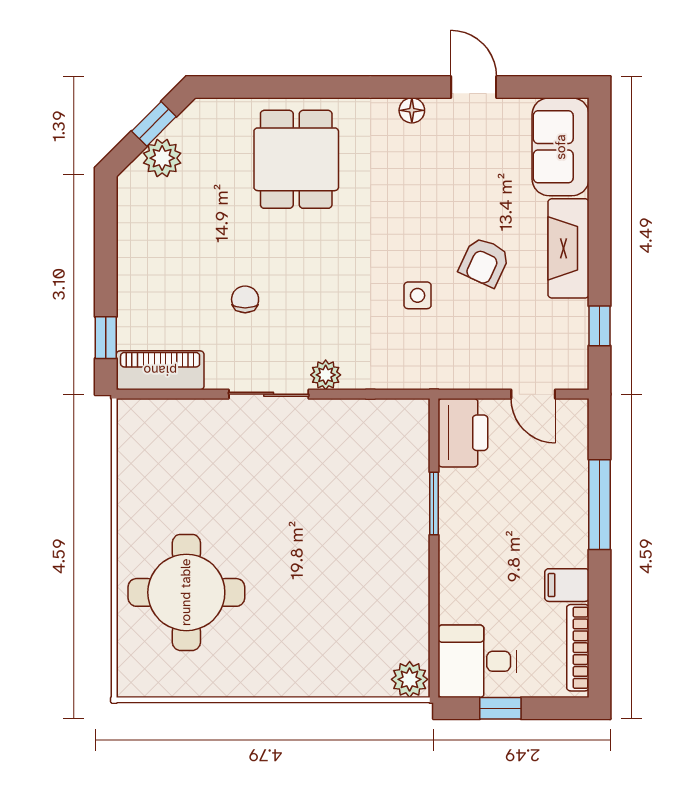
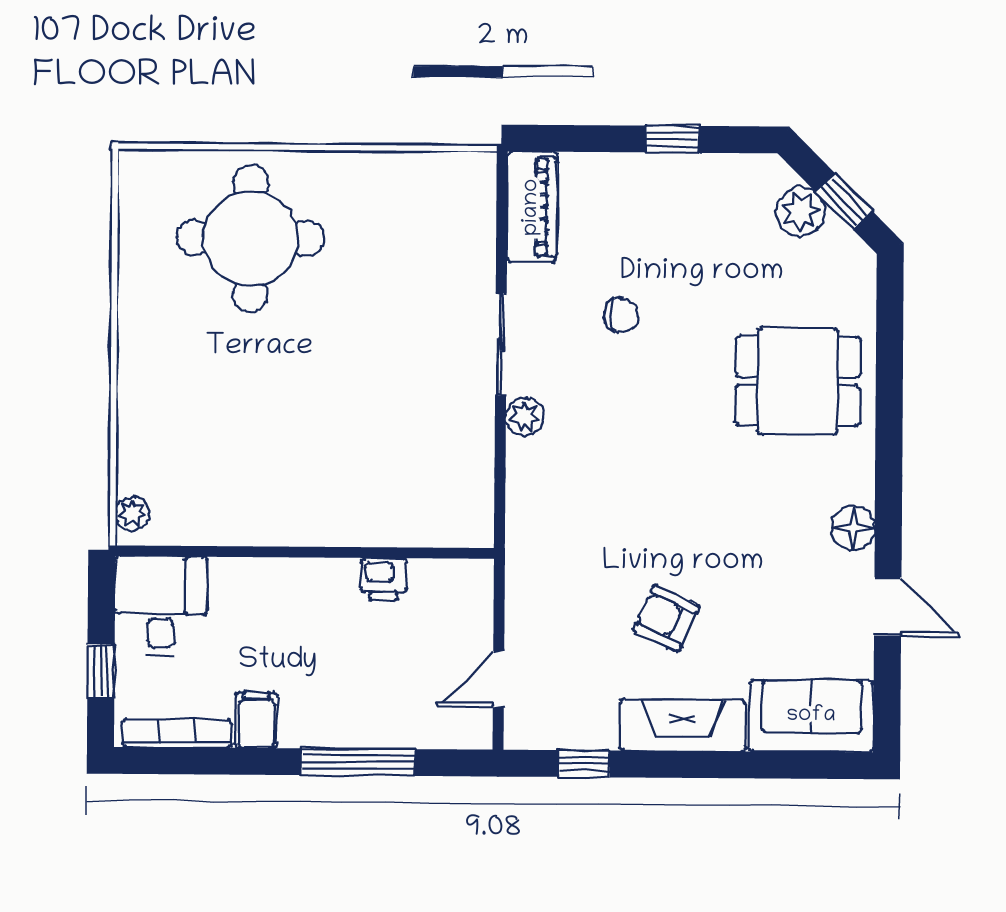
door: (474, 87) -> (888, 606), hinge flipped
floor lamp: (412, 110) -> (853, 528), width x1.37, depth x1.37
side table: (418, 295) -> (625, 534), removed
window: (106, 338) -> (672, 139), moved
printer: (463, 433) -> (384, 579), moved, width x0.53, depth x0.68
window: (434, 503) -> (361, 553), removed
plant: (410, 679) -> (132, 514), width x0.73, depth x0.73
window: (500, 708) -> (101, 671), moved

